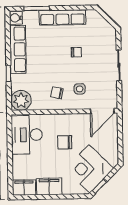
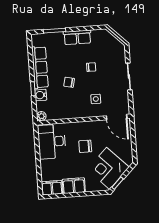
row of seats: (62, 17) -> (77, 37), width x0.68
water cooler: (16, 18) -> (41, 95), moved
chair: (57, 93) -> (69, 82), moved
plant: (21, 100) -> (41, 116), width x0.53, depth x0.53
door: (102, 111) -> (117, 117), hinge flipped

